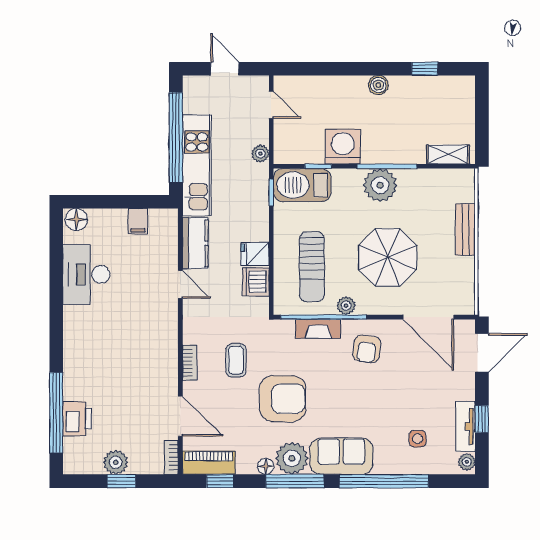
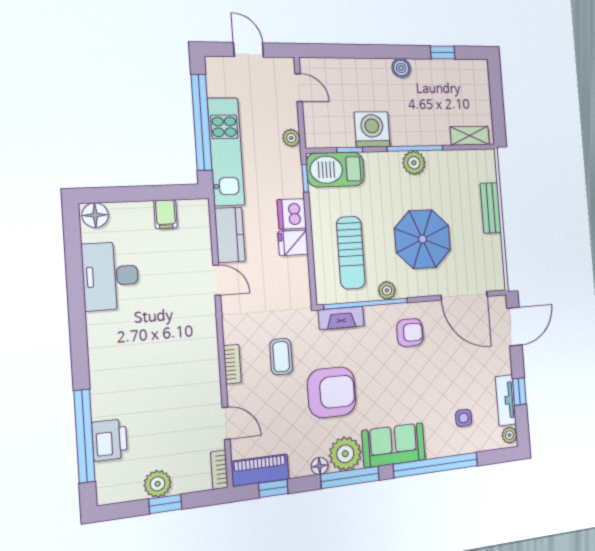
plant: (380, 185) -> (414, 163), width x0.73, depth x0.73
dishwasher: (256, 282) -> (292, 214), moved
fireplace: (318, 329) -> (341, 318), moved
armchair: (367, 349) -> (410, 333), turned -97
door: (180, 416) -> (226, 423), width x0.73

